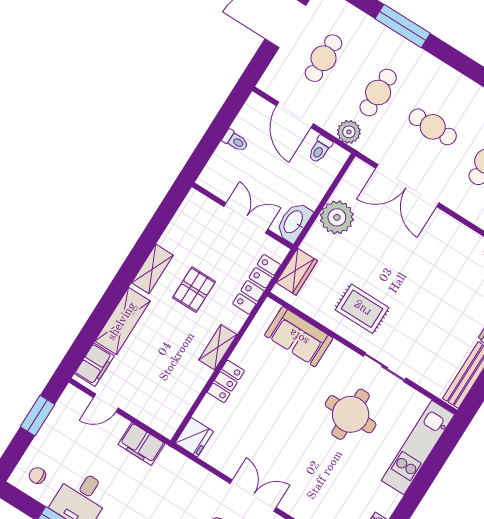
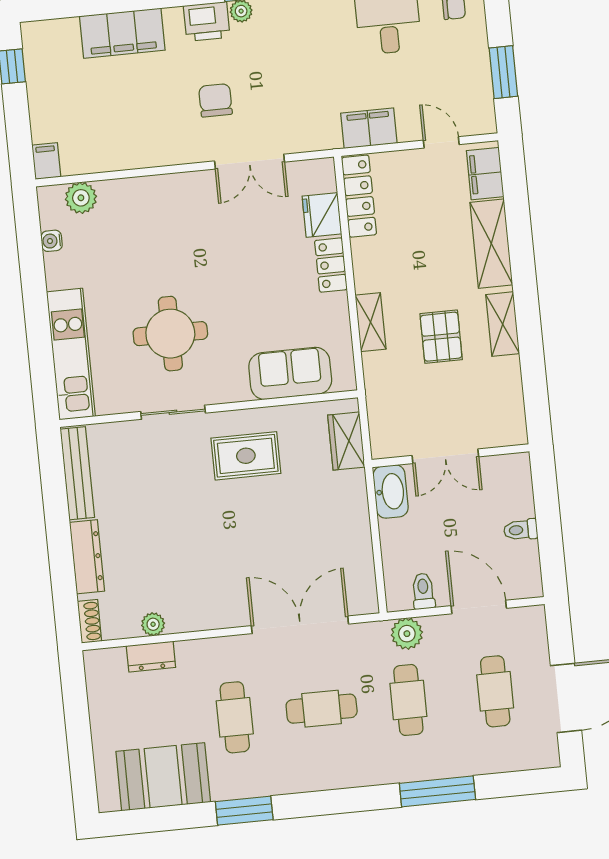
plant: (337, 217) -> (349, 532), removed
locker: (257, 284) -> (359, 196), moved
shelving: (218, 347) -> (371, 322), moved
door: (106, 403) -> (441, 142), hinge flipped
fridge: (194, 437) -> (322, 215), moved
double door: (253, 496) -> (250, 162), moved

